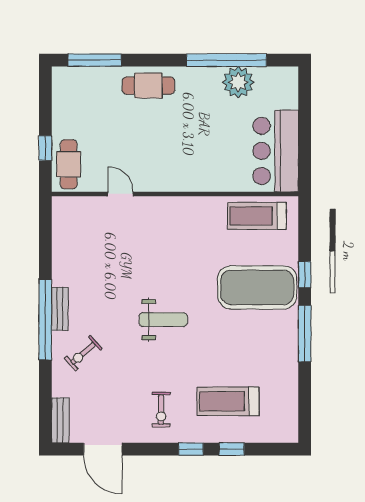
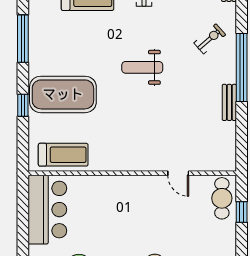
bench: (60, 309) -> (229, 102), moved
window: (305, 334) -> (23, 39), moved

